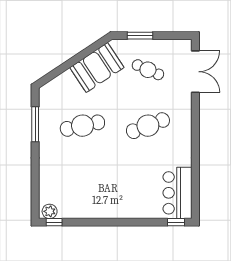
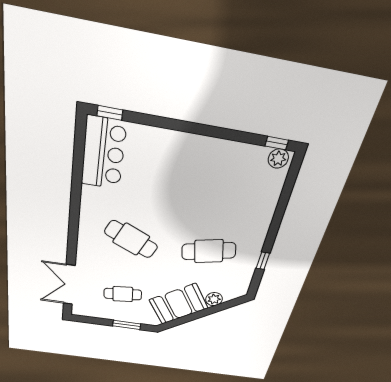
cafe table: (148, 70) -> (123, 294), turned -30
plant: (67, 78) -> (214, 299), added
window: (35, 124) -> (263, 261), width x0.46
cafe table: (148, 126) -> (131, 239), turned 45

